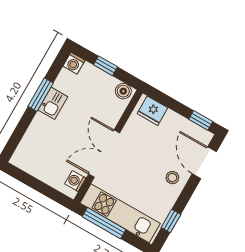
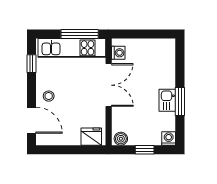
window: (201, 120) -> (52, 150), removed

